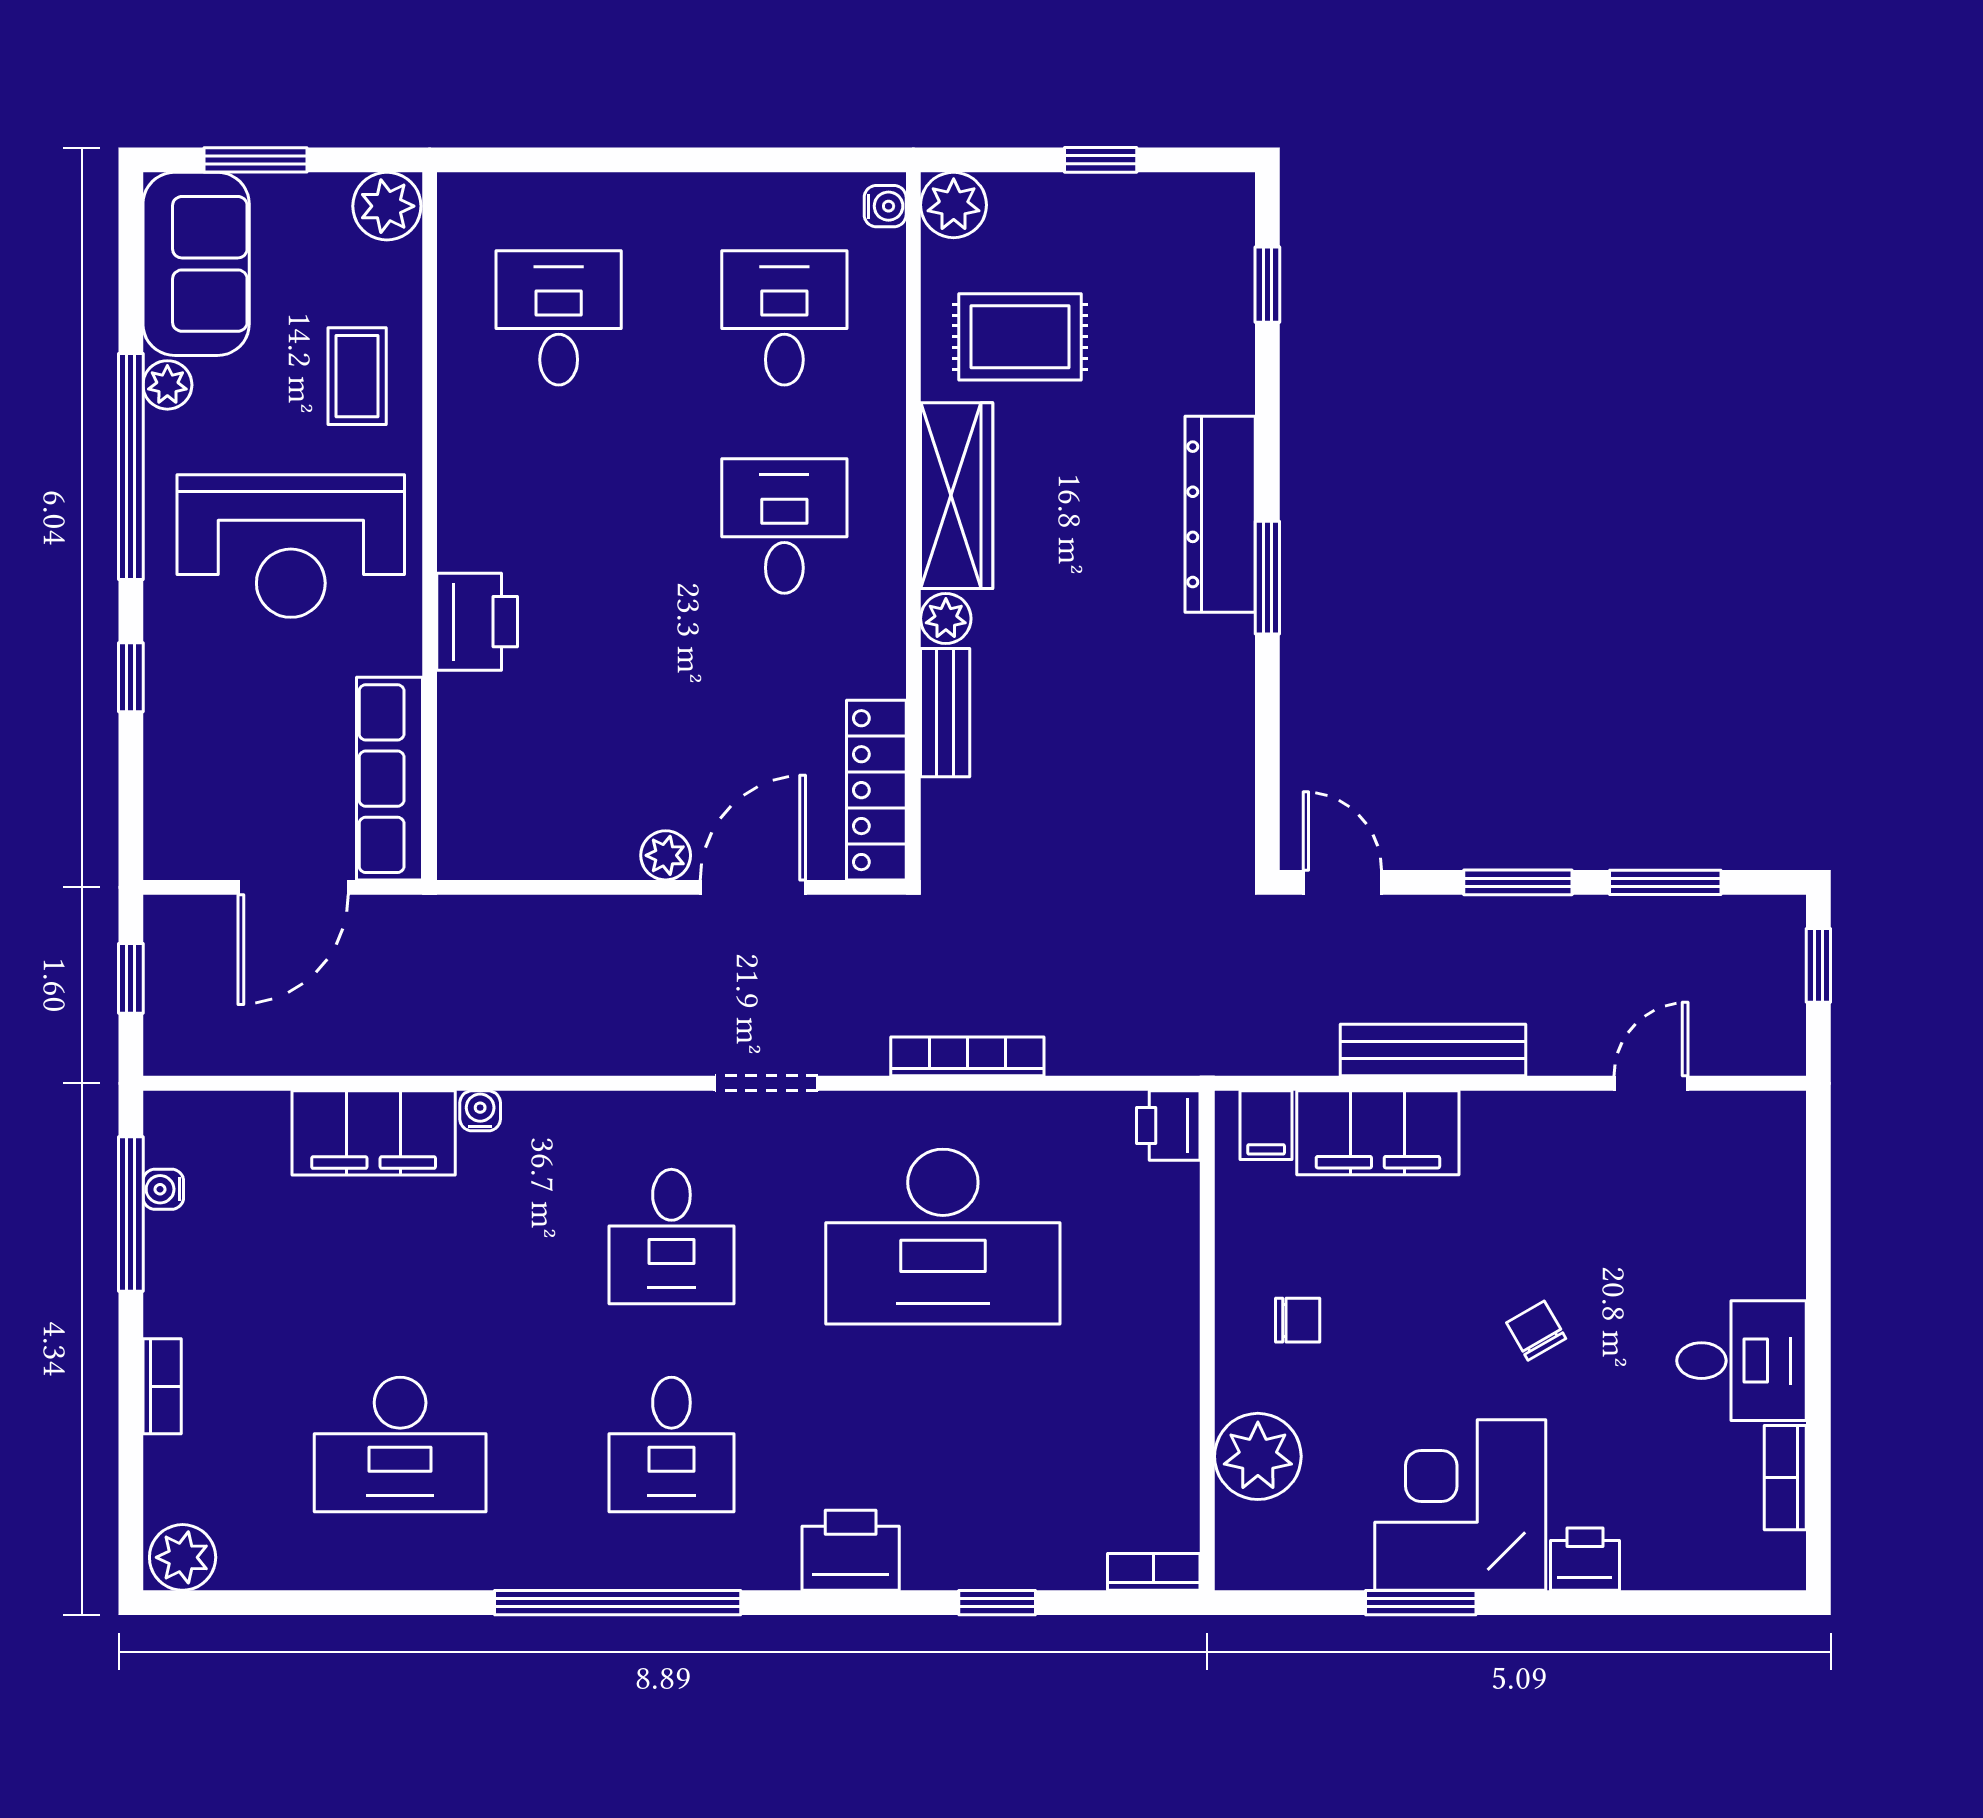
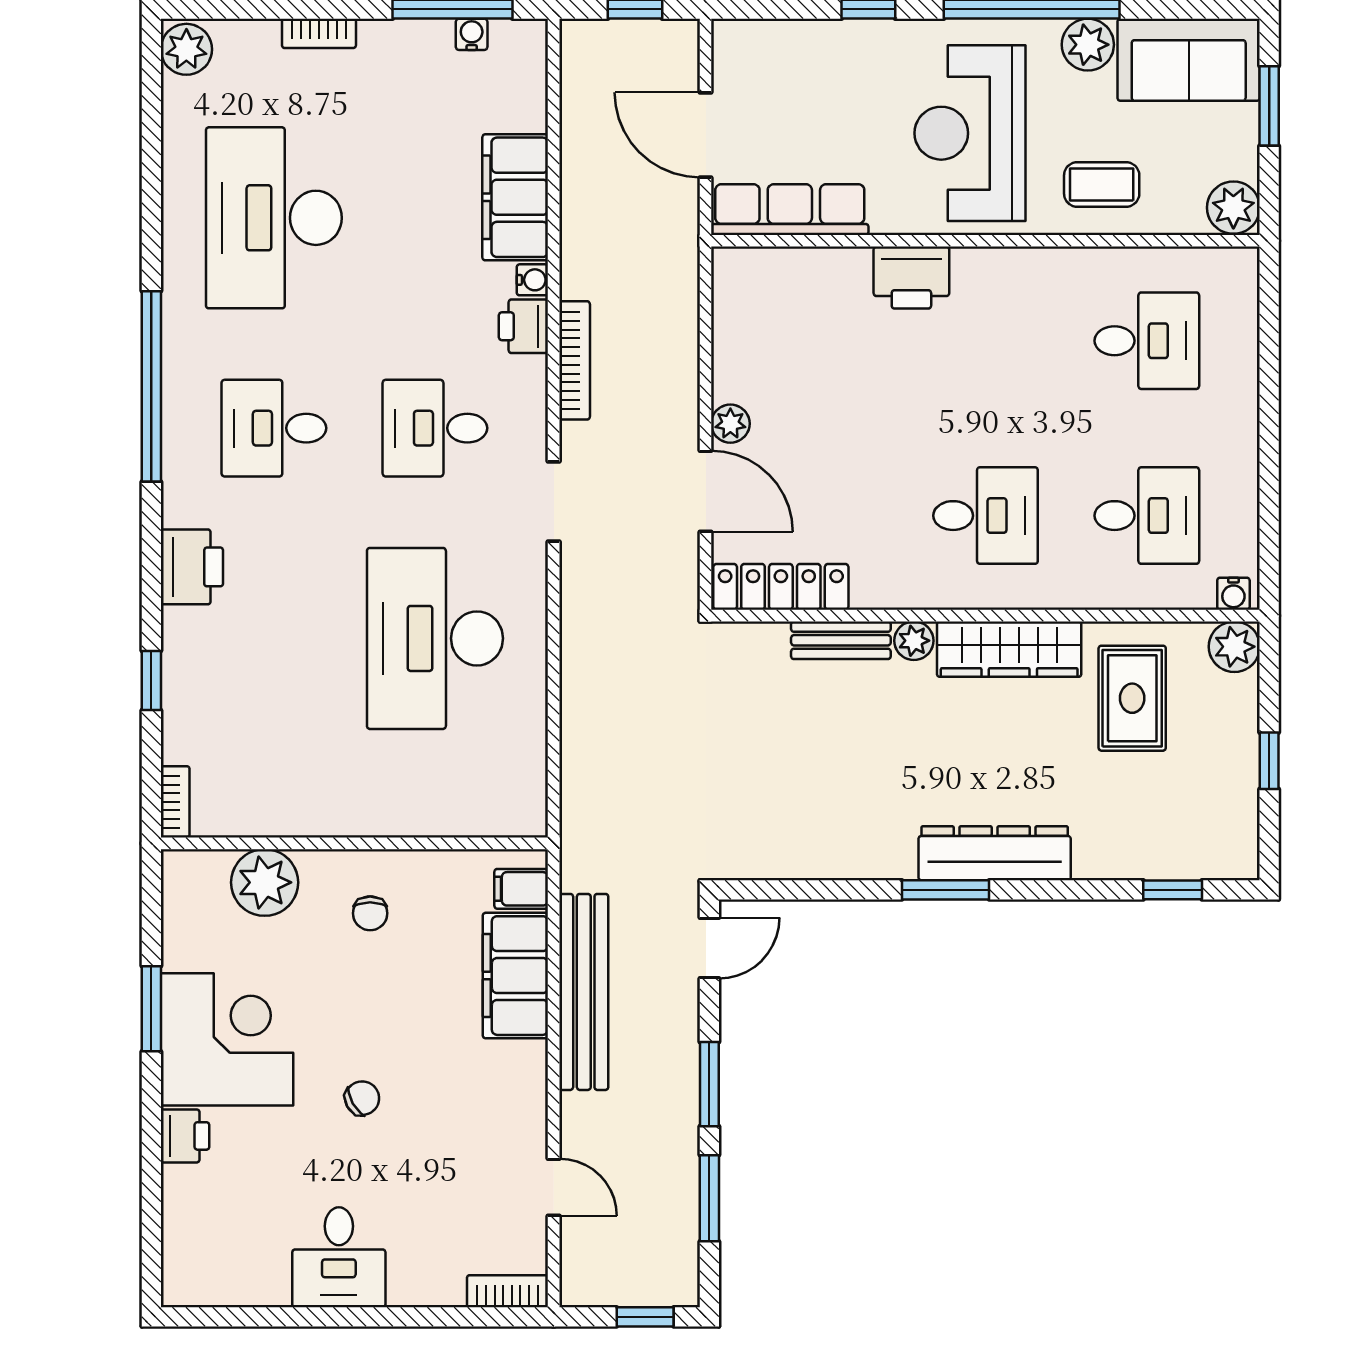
plant: (167, 385) -> (1088, 45), width x1.38, depth x1.38
bench: (1433, 1050) -> (584, 992), width x1.37, depth x1.21
bookcase: (967, 1056) -> (575, 360), moved
printer: (1168, 1126) -> (523, 326), moved, turned -90
desk: (400, 1444) -> (274, 218), width x1.36, depth x1.30
bookcase: (1785, 1478) -> (507, 1291), moved

